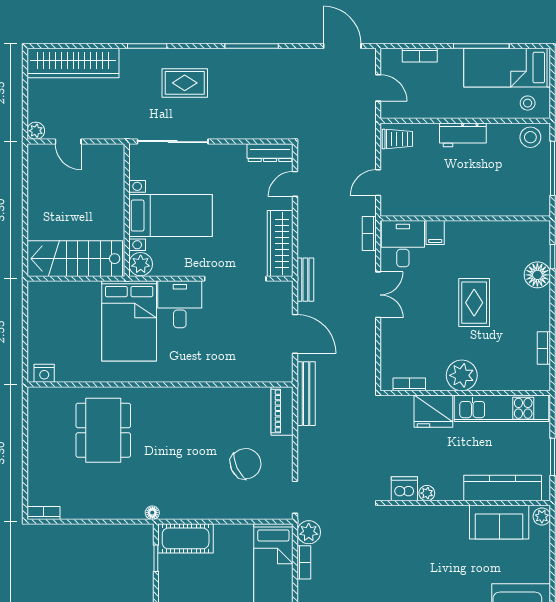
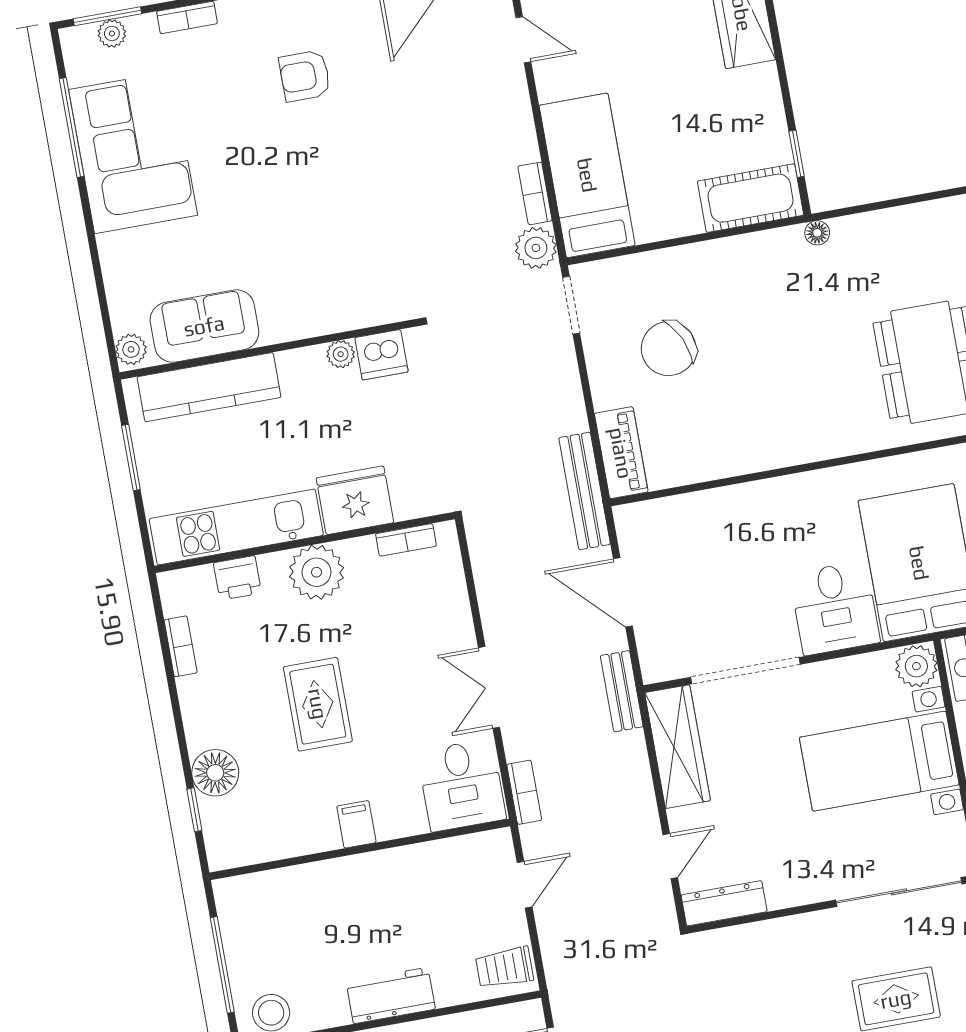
filing cabinet: (435, 233) -> (356, 824), moved
printer: (506, 380) -> (237, 578), added

